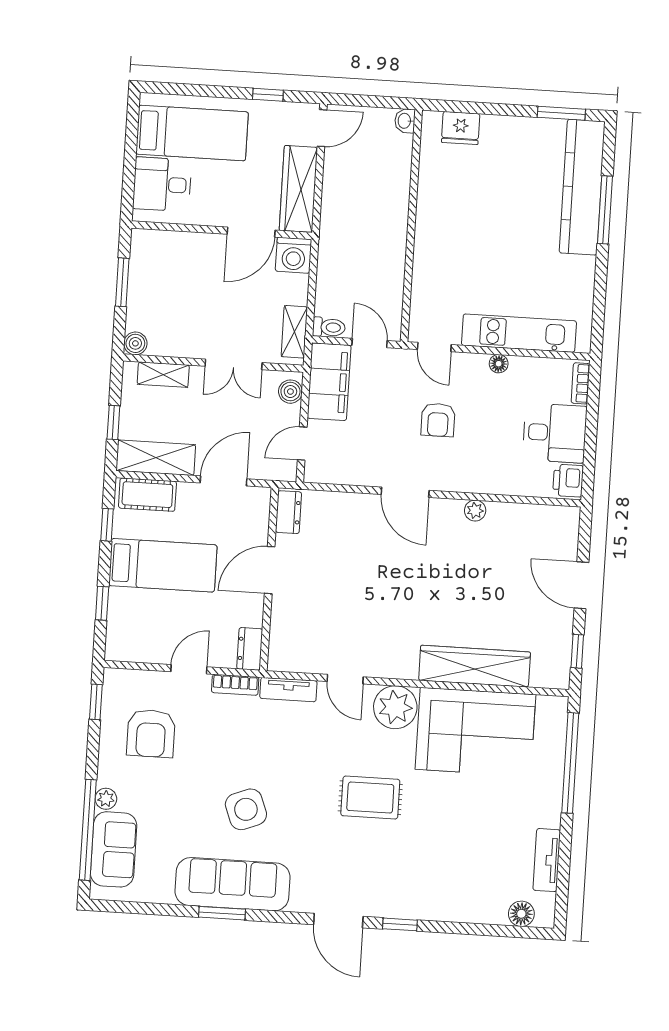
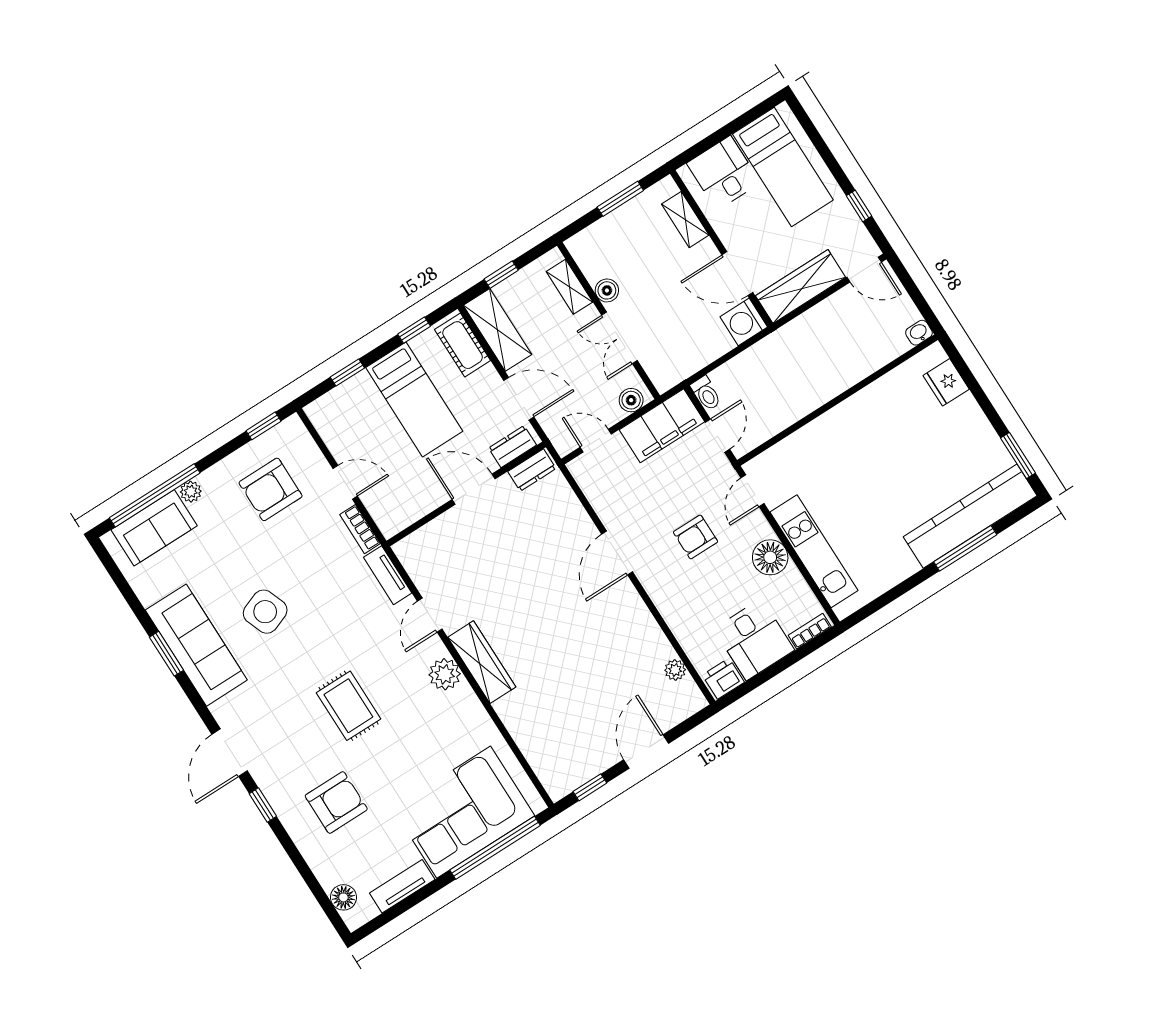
shelving: (294, 332) -> (685, 220), moved, turned 90
boiler: (135, 343) -> (607, 290), moved
floor lamp: (499, 364) -> (770, 557), width x1.89, depth x1.89
plant: (475, 511) -> (675, 670), moved
dresser: (250, 649) -> (512, 447), moved
wardrobe: (475, 666) -> (482, 662), moved, width x0.71, depth x0.85
plant: (395, 707) -> (445, 674), width x0.73, depth x0.73
corner sofa: (476, 732) -> (464, 812), moved, turned 90
armchair: (441, 864) -> (336, 803), added

